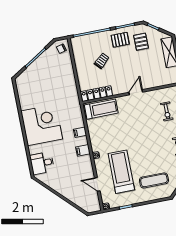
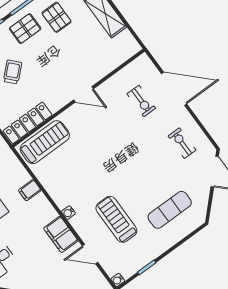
door: (136, 92) -> (84, 94), swing flipped
filing cabinet: (83, 150) -> (61, 234), moved, width x2.00
treadmill: (121, 172) -> (116, 219), width x0.73, depth x0.73

